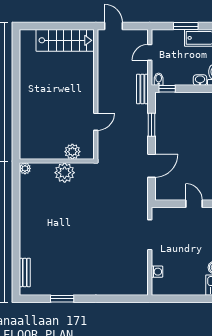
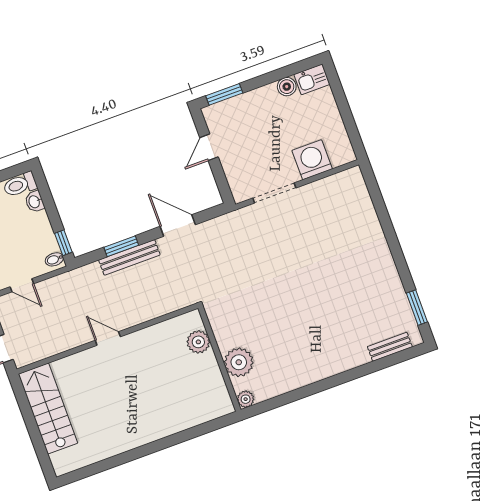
bench: (142, 89) -> (129, 257), moved, width x1.36
door: (96, 122) -> (108, 338), moved
plant: (65, 173) -> (239, 362), moved
washing machine: (157, 272) -> (312, 160), width x1.89, depth x1.89
window: (62, 299) -> (417, 308), moved

